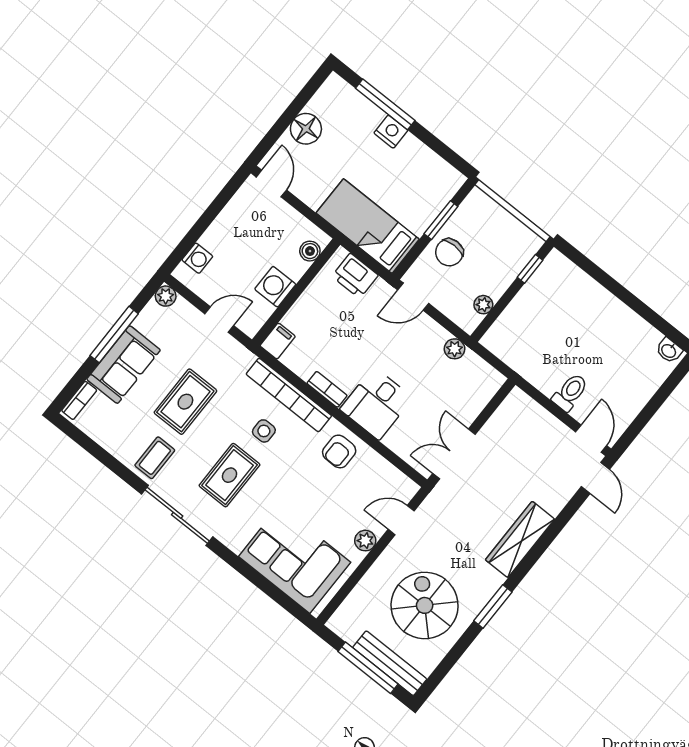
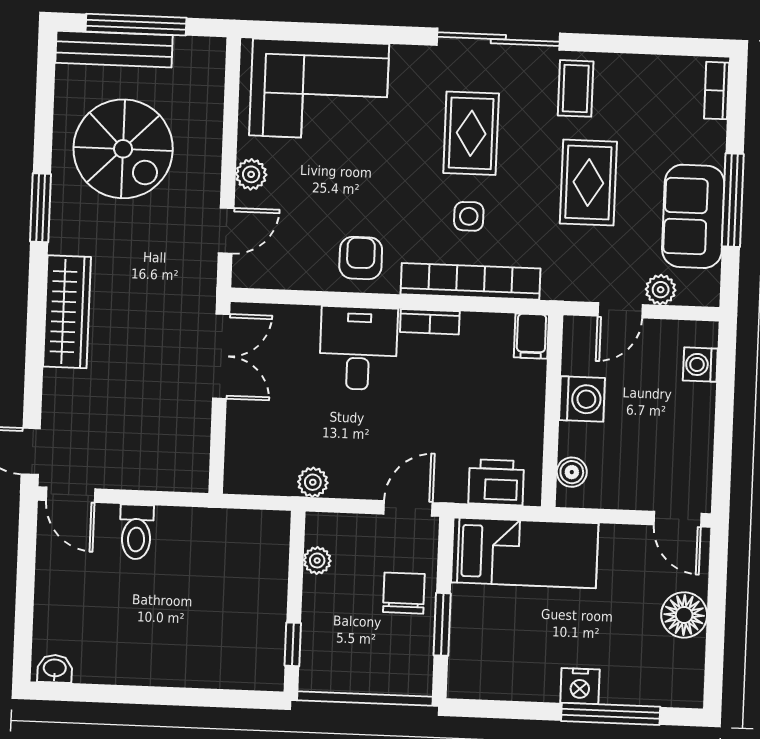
plant: (166, 296) -> (661, 290), moved
sofa: (124, 365) -> (693, 216), moved

